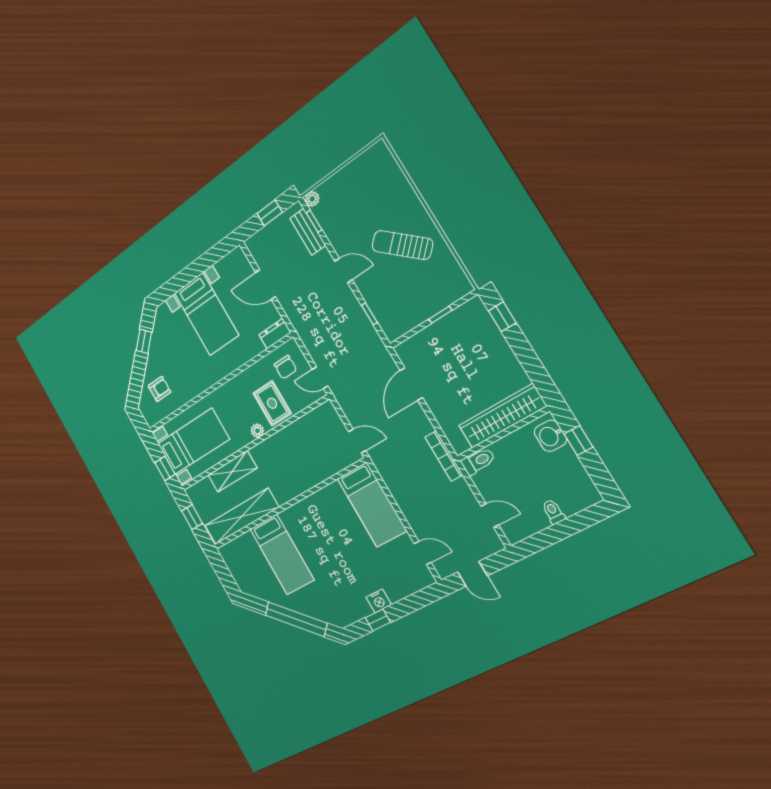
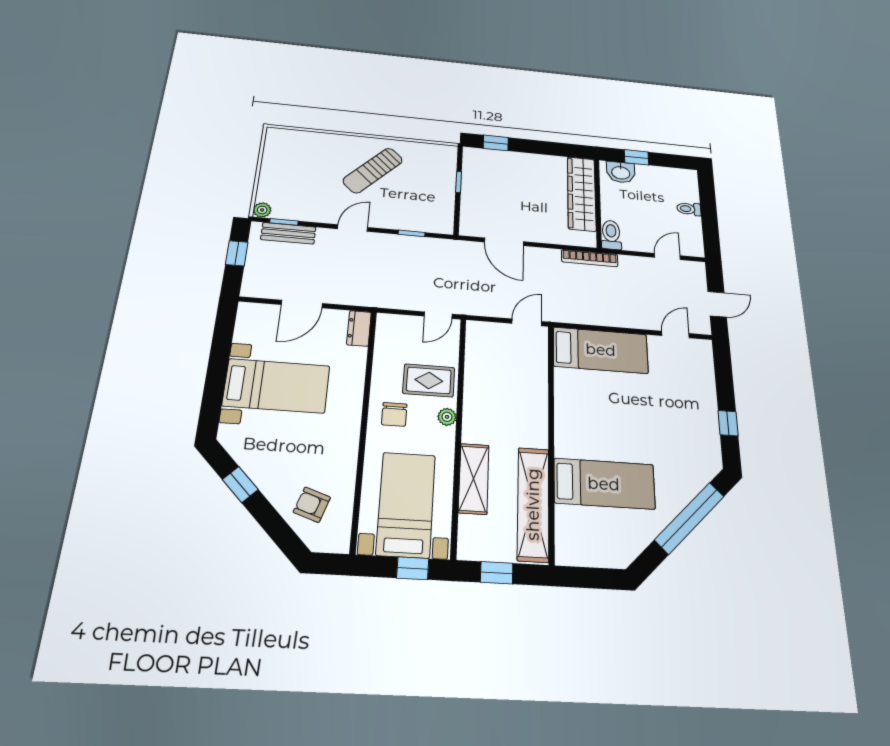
chair: (285, 367) -> (394, 414), moved, turned 90
armchair: (159, 389) -> (312, 505), turned -71
nightstand: (379, 601) -> (707, 409), removed

